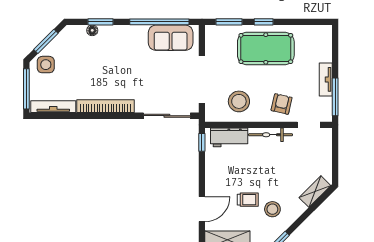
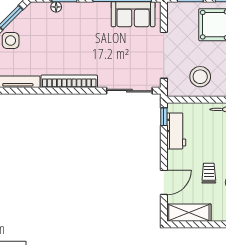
workbench: (229, 137) -> (176, 131), moved, turned -90
trolley: (248, 200) -> (209, 173), turned -90

